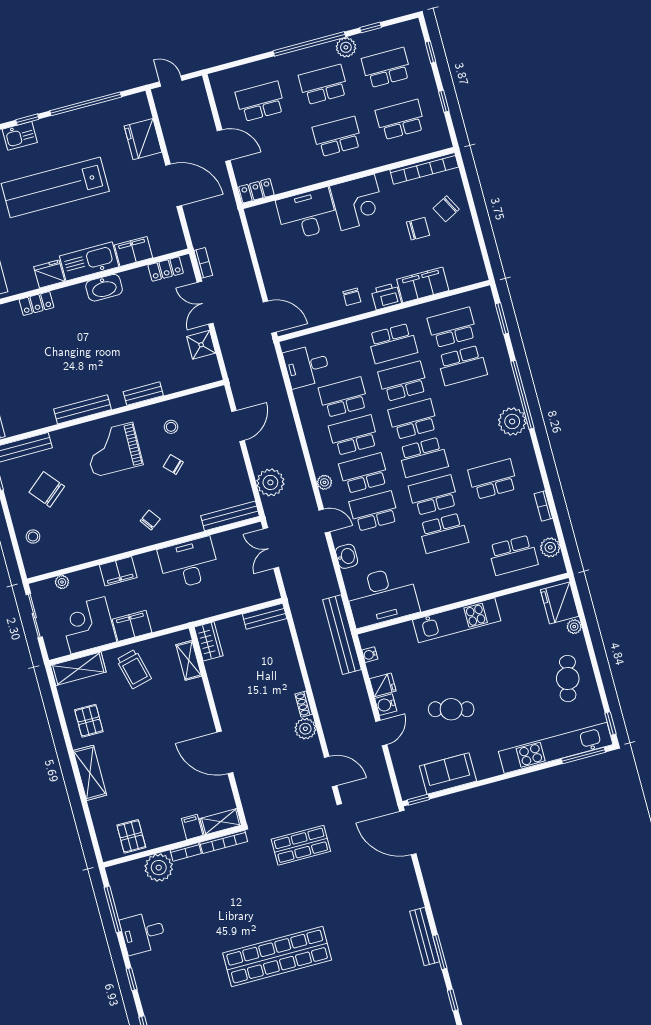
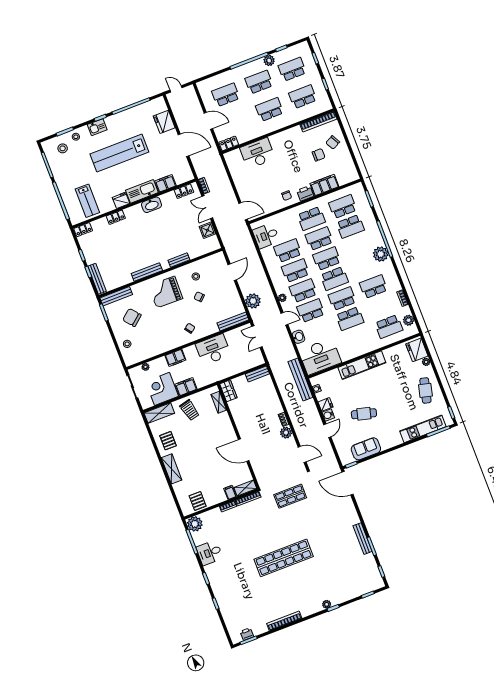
corner desk: (358, 202) -> (284, 144), removed
kitchen unit: (556, 748) -> (423, 429), width x0.73
plant: (159, 868) -> (195, 524), moved

